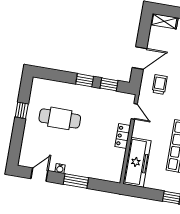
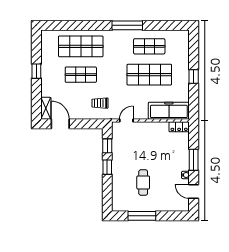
door: (140, 58) -> (60, 124), moved
window: (22, 110) -> (142, 216), width x2.17
cafe table: (60, 118) -> (143, 182), width x0.73, depth x0.74
locker: (123, 136) -> (179, 127), moved

